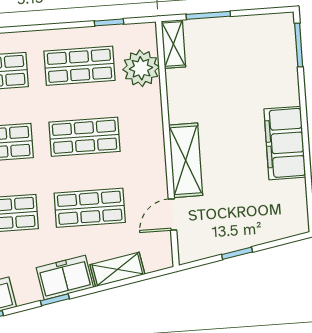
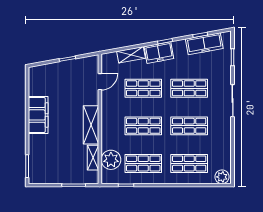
shelving: (173, 44) -> (93, 158), moved
shelving: (186, 160) -> (91, 125), moved

